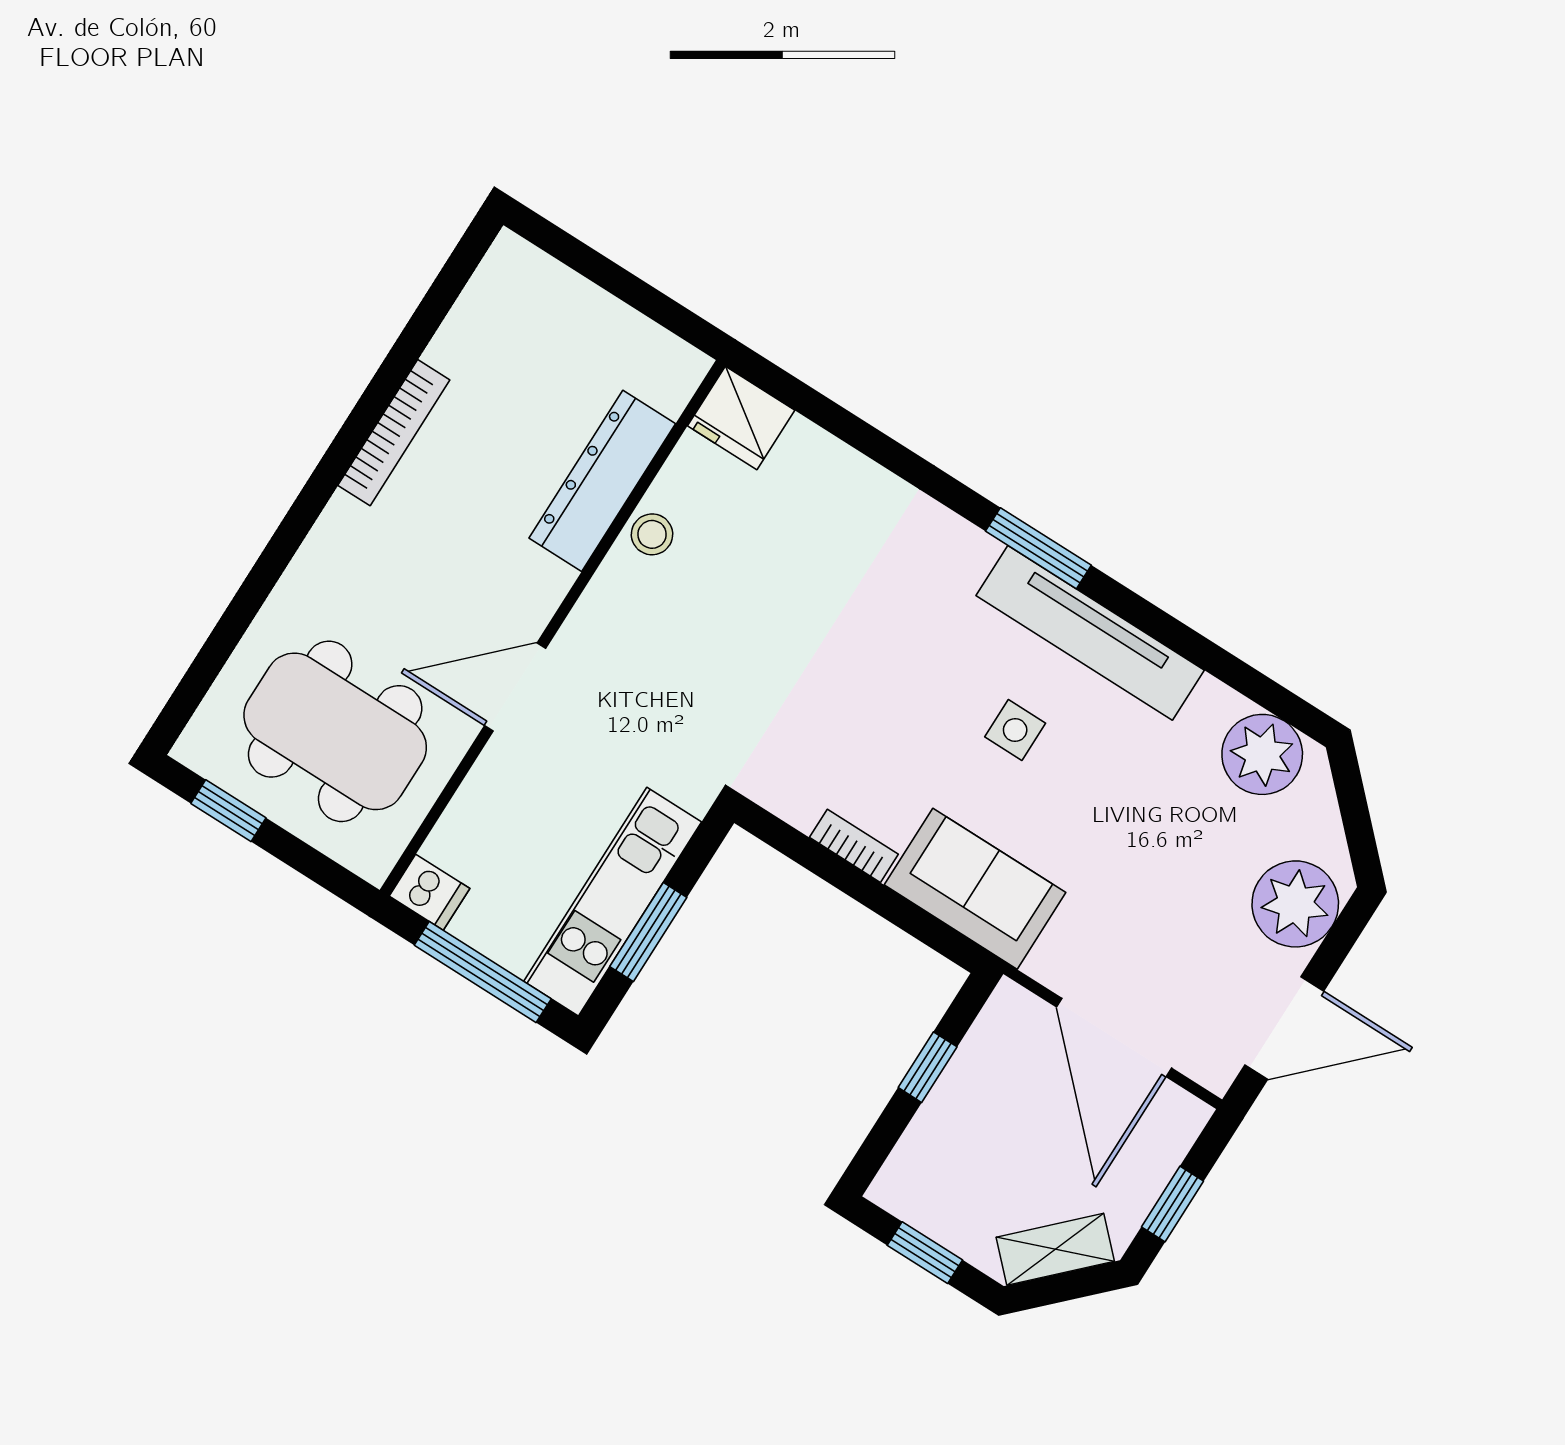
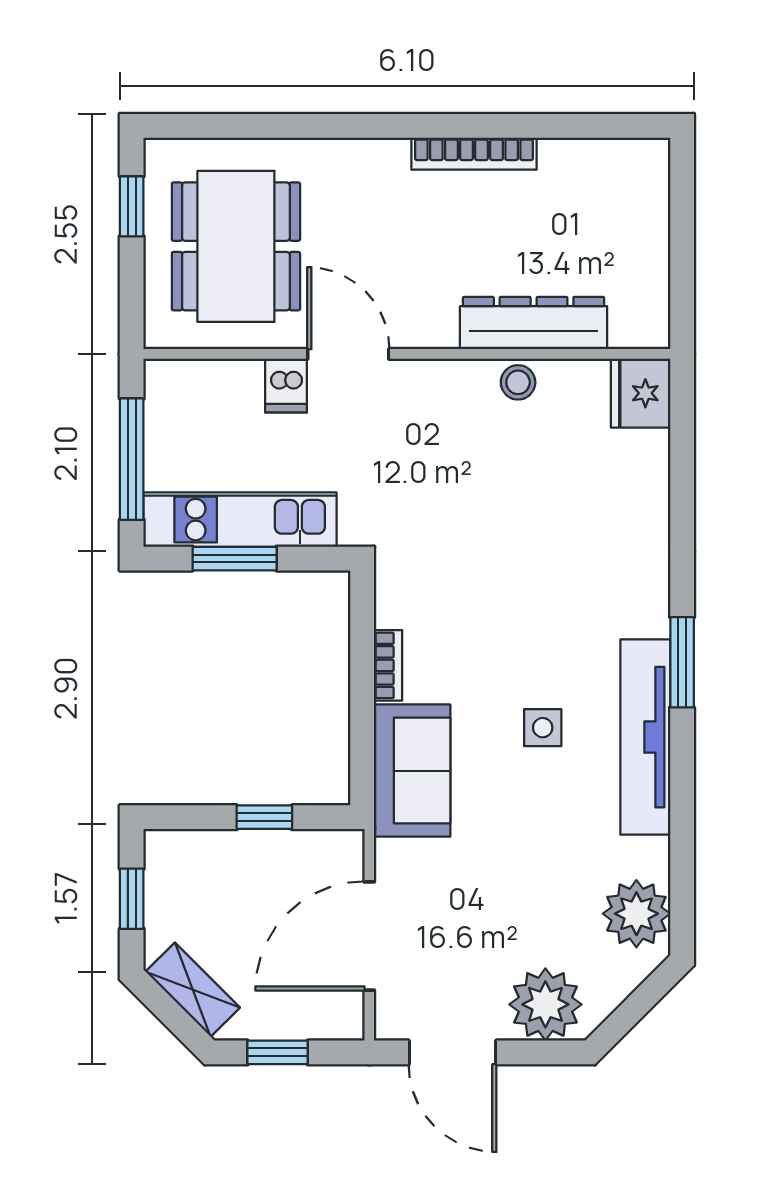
dishwasher: (429, 892) -> (286, 386), moved

